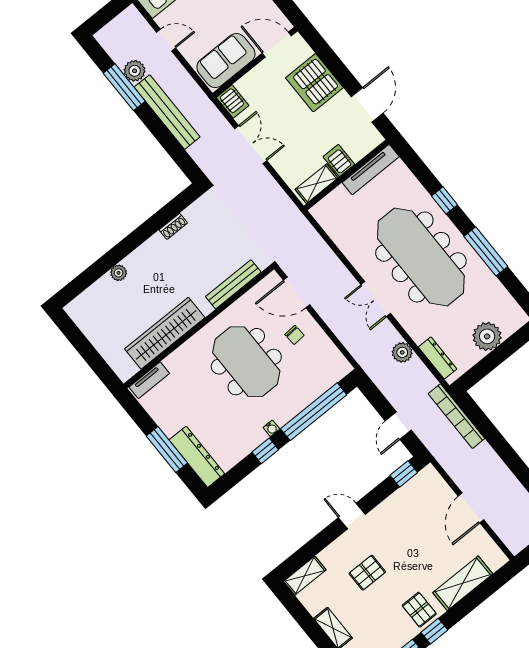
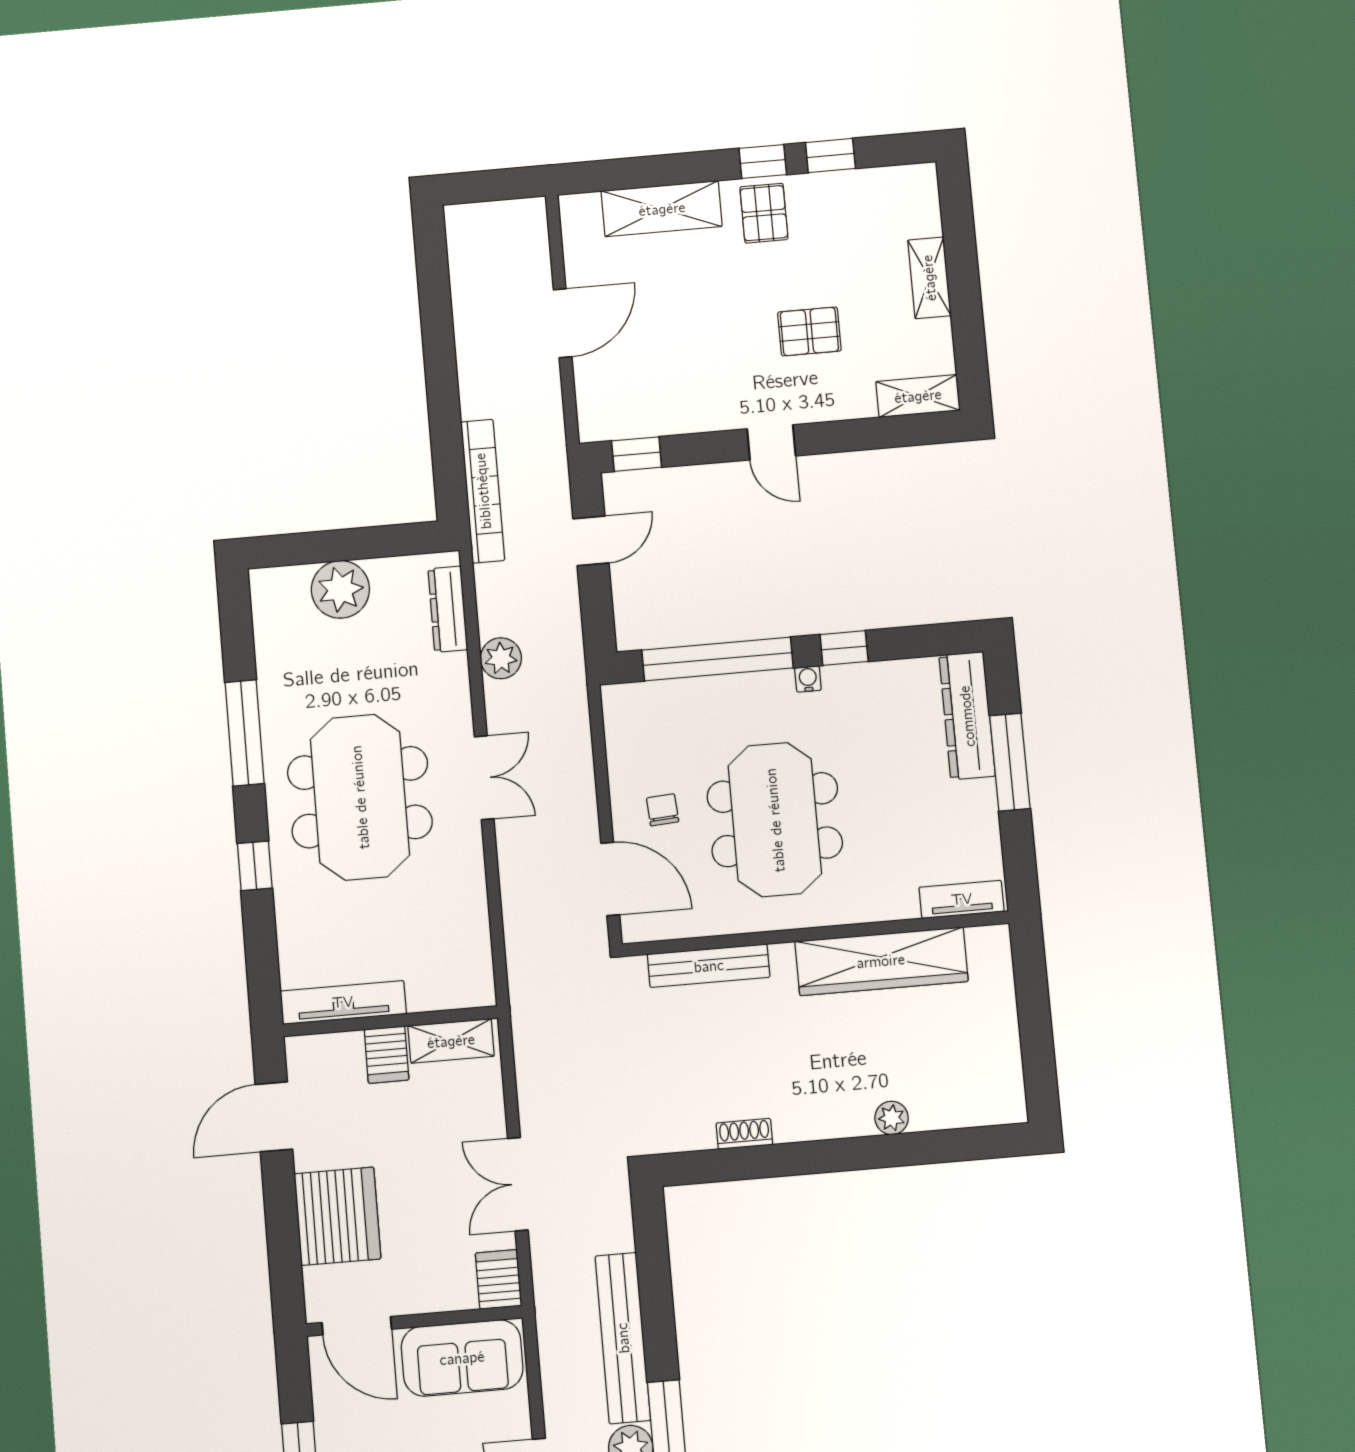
meeting table: (421, 257) -> (360, 797), width x0.73

